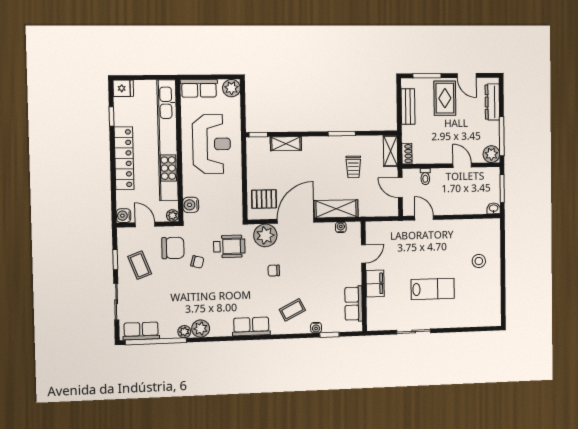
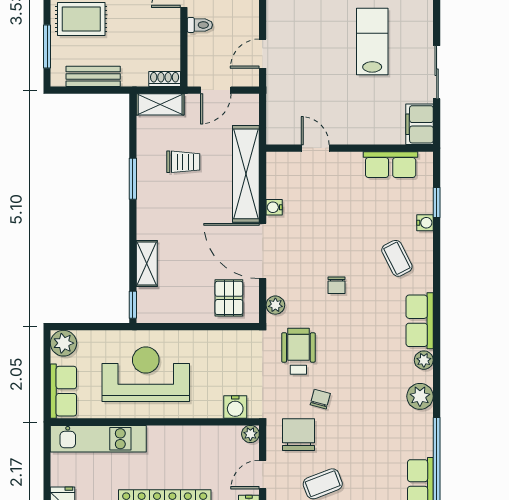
kitchen unit: (168, 140) -> (98, 439), width x0.54
toilet: (425, 177) -> (200, 25), moved
shelving: (336, 209) -> (246, 174), width x1.47
water cooler: (341, 227) -> (274, 207), moved
plant: (265, 235) -> (275, 305), width x0.53, depth x0.53
filing cabinet: (375, 283) -> (420, 124), moved, turned -90
plant: (184, 332) -> (424, 360), moved

